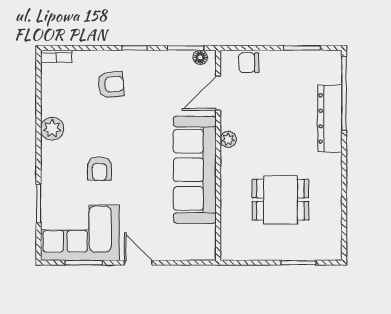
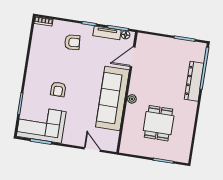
tv unit: (168, 59) -> (107, 33), added
chair: (249, 63) -> (153, 42), removed
plant: (52, 129) -> (35, 62), removed
plant: (228, 139) -> (132, 99), moved
dining table: (280, 200) -> (159, 123), turned 90
door: (138, 263) -> (92, 150), moved

